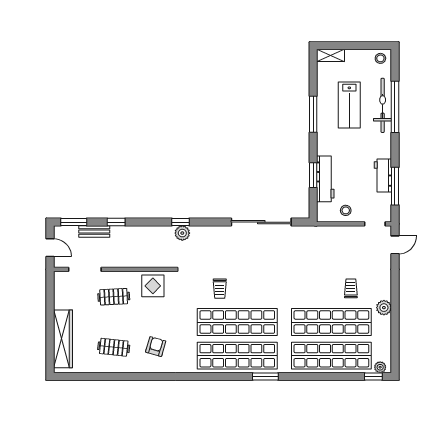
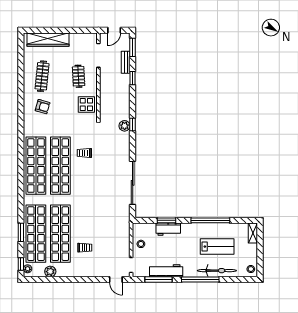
lab bench: (349, 105) -> (217, 247), turned 180
window: (395, 107) -> (200, 280), moved
window: (313, 114) -> (210, 220), width x1.46
workbench: (383, 176) -> (166, 271), width x1.38
workbench: (325, 179) -> (168, 229), width x0.73
plant: (384, 308) -> (50, 272), moved
clothes rail: (114, 347) -> (42, 76), width x1.36
window: (265, 376) -> (21, 232), moved

